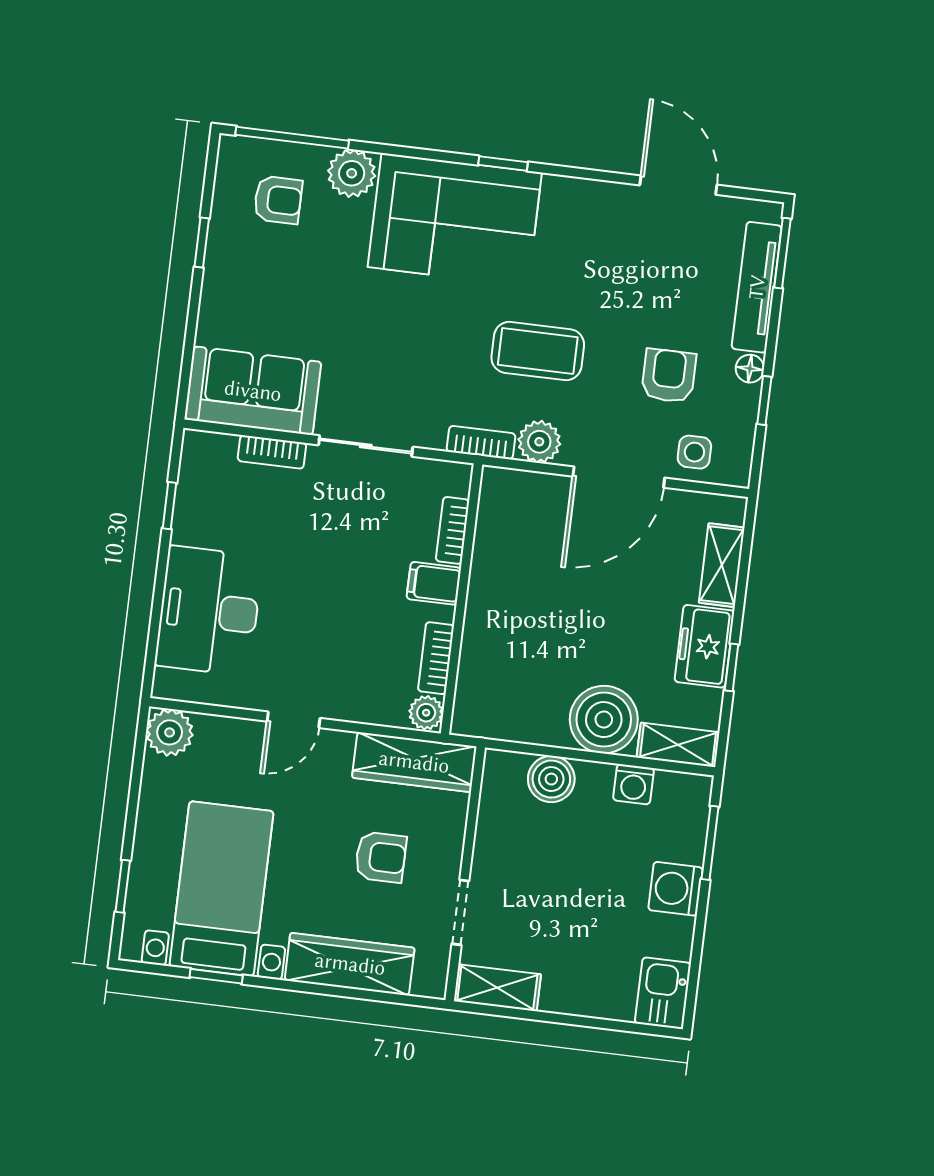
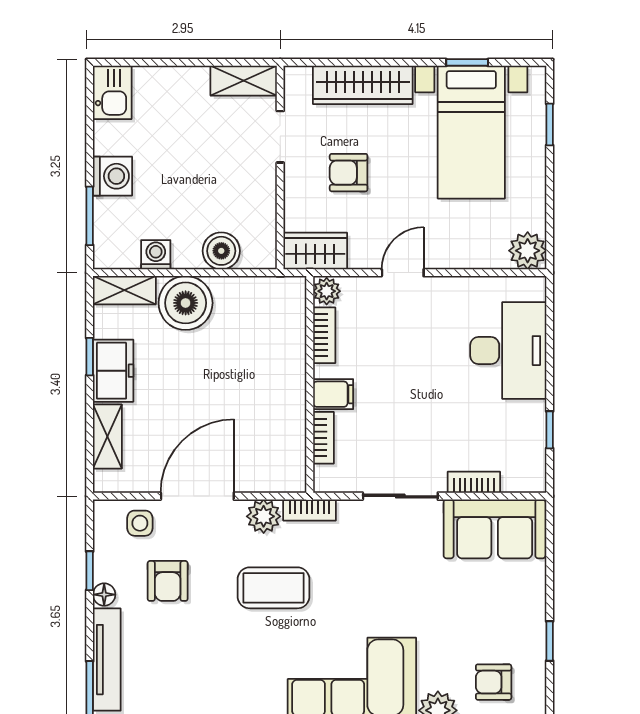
door: (294, 720) -> (403, 273), moved
wardrobe: (414, 762) -> (315, 251), width x0.67

